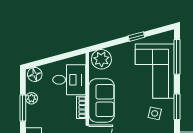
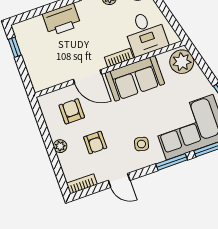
window: (177, 107) -> (172, 162), moved

